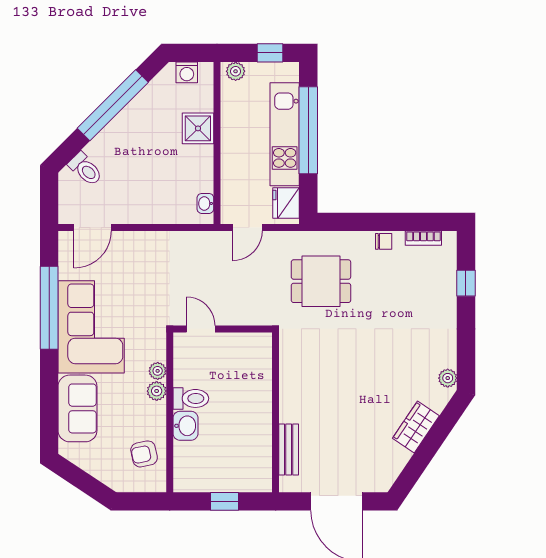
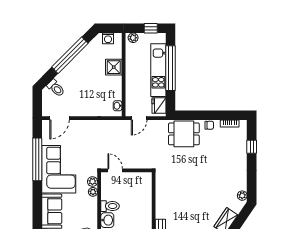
dining table: (321, 281) -> (184, 134), moved
plant: (157, 391) -> (92, 182), moved

